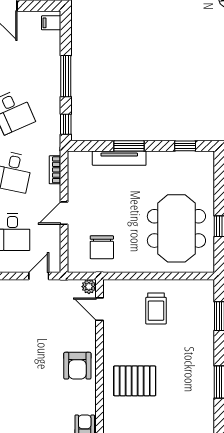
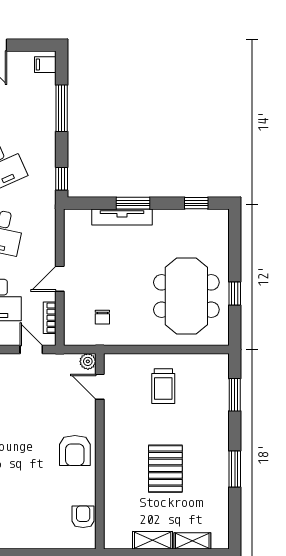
window: (66, 76) -> (62, 108), moved
bookcase: (55, 170) -> (50, 318), moved
chair: (102, 247) -> (102, 317), width x0.54, depth x0.54
door: (39, 276) -> (31, 349), hinge flipped
pallet: (135, 381) -> (165, 469), moved, turned 90

